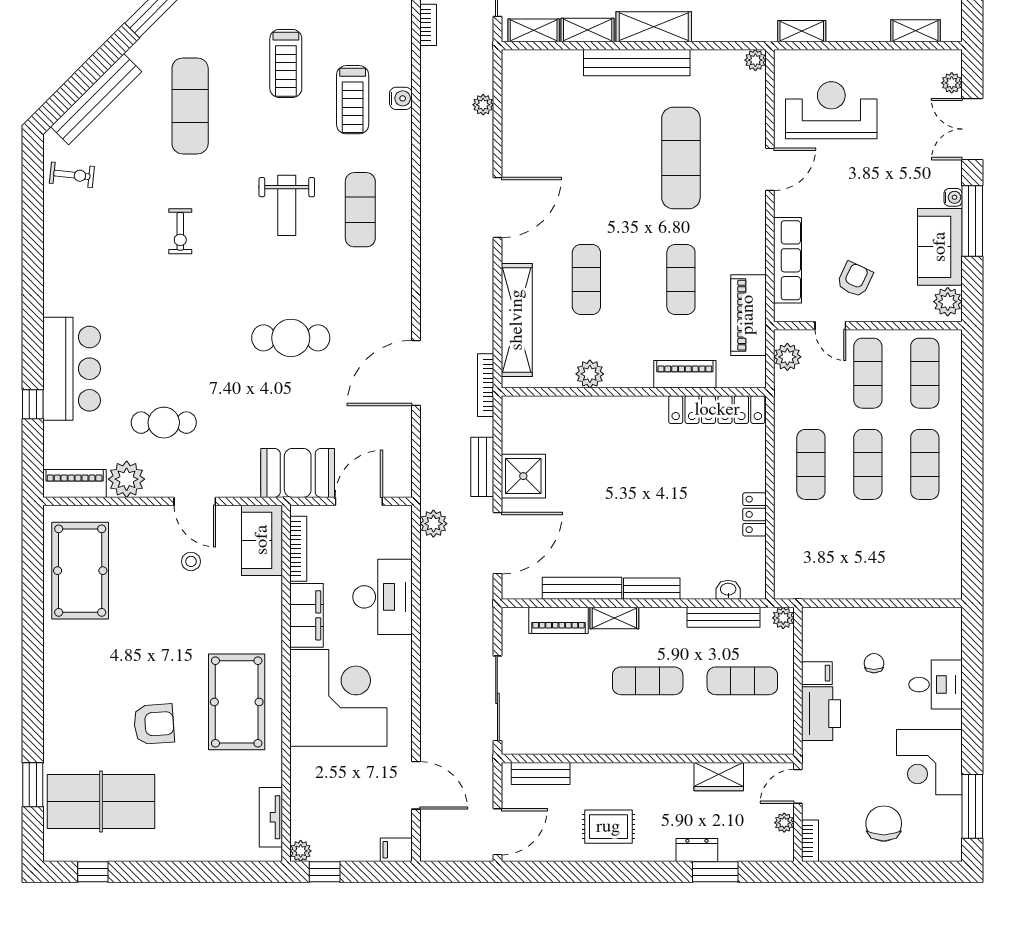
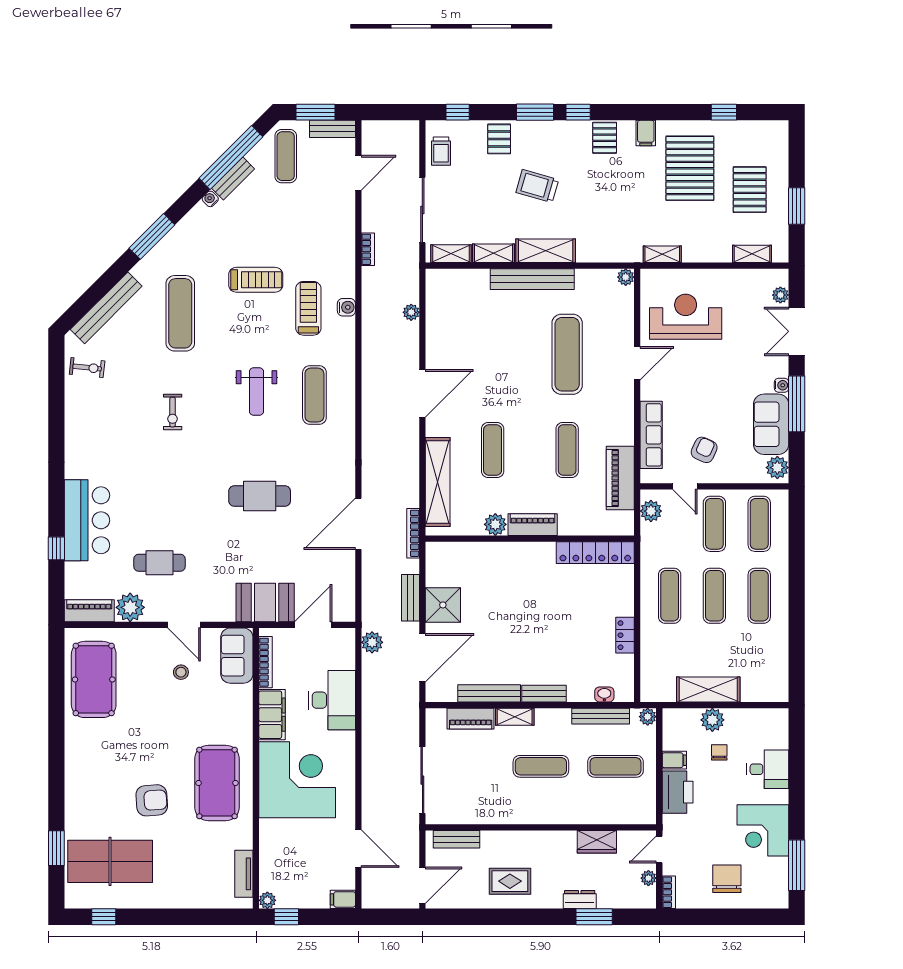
treadmill: (286, 63) -> (256, 280), turned -90
treadmill: (353, 100) -> (308, 308), turned 180
piano: (685, 374) -> (533, 525), moved
shelving: (860, 583) -> (708, 689), added
plant: (865, 622) -> (712, 720), added

